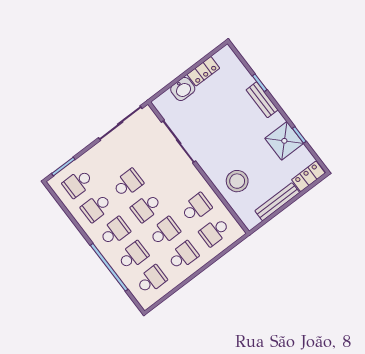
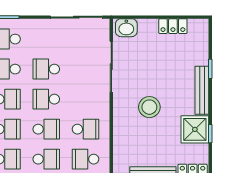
washbasin: (183, 89) -> (126, 28), moved
bench: (262, 100) -> (202, 90), width x1.36
stool: (237, 181) -> (149, 107), moved
school desk: (128, 183) -> (46, 69), turned 180

